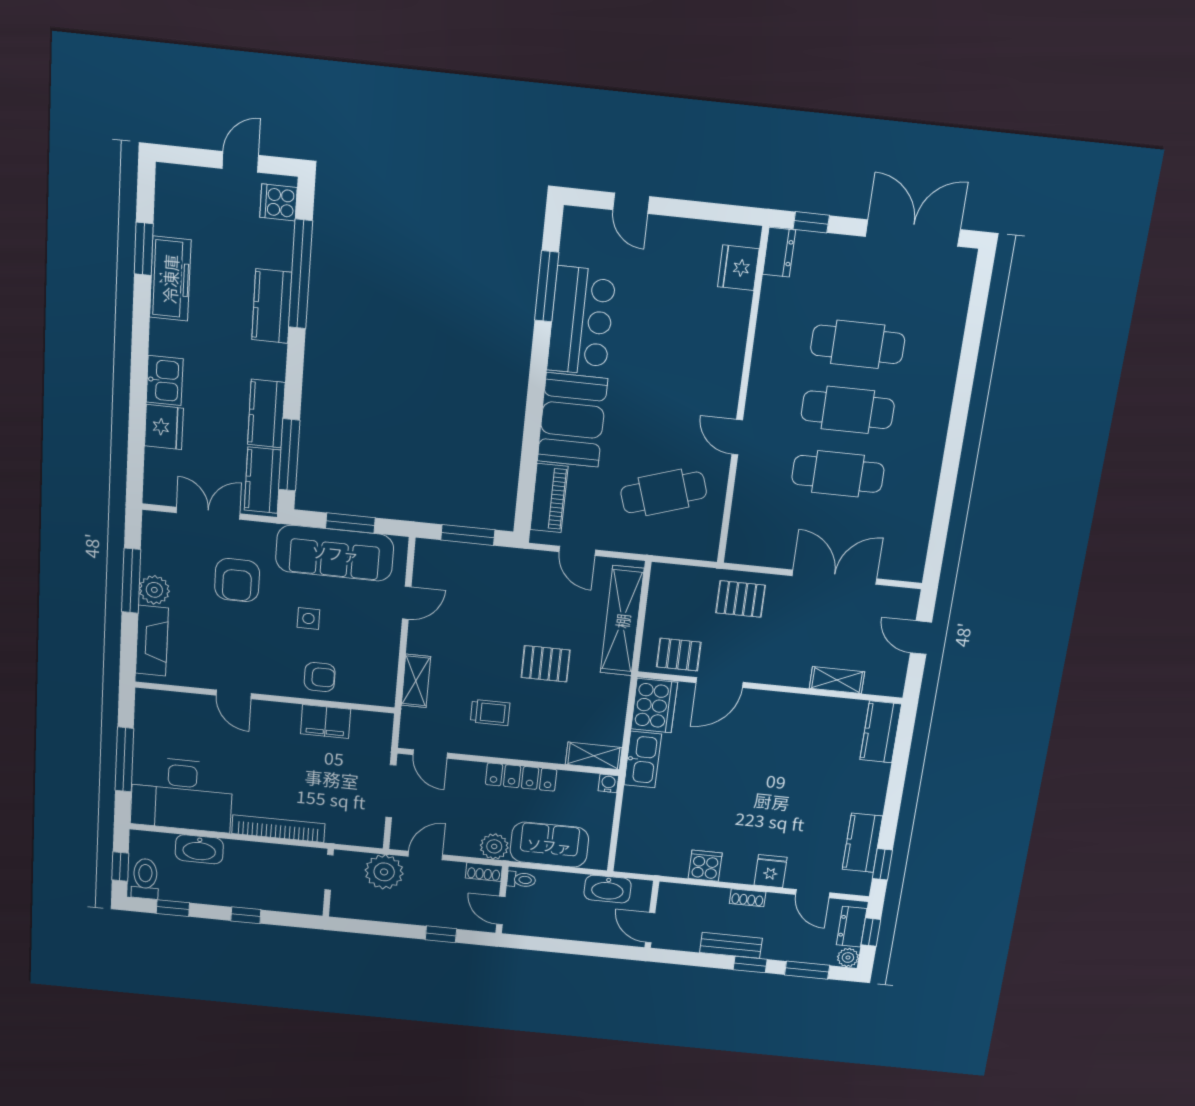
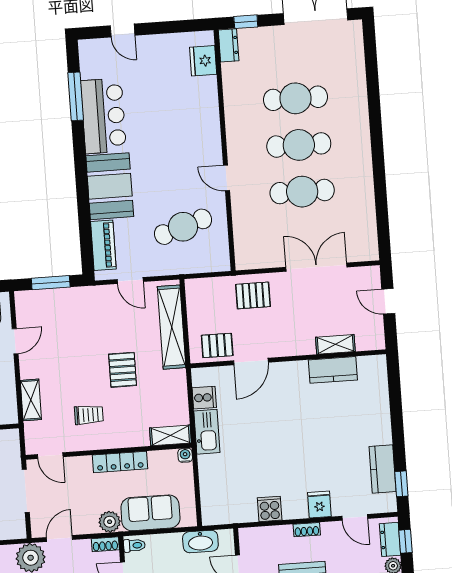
pallet: (546, 664) -> (123, 370), turned 90
cooker: (654, 706) -> (204, 398), width x0.53, depth x0.76
kitchen counter: (881, 732) -> (333, 370), moved, turned -90

